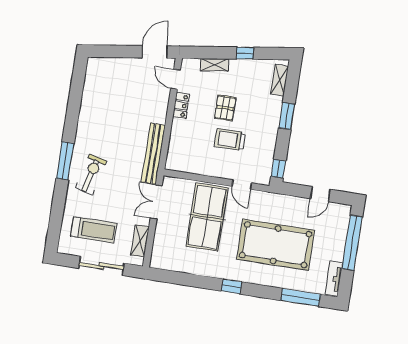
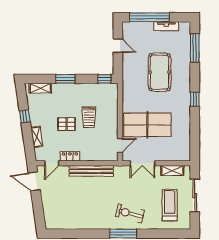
bench: (153, 154) -> (91, 171), moved
door: (242, 185) -> (120, 145), moved
pool table: (276, 245) -> (160, 72), width x0.73, depth x0.76
tv unit: (334, 279) -> (166, 26), moved

